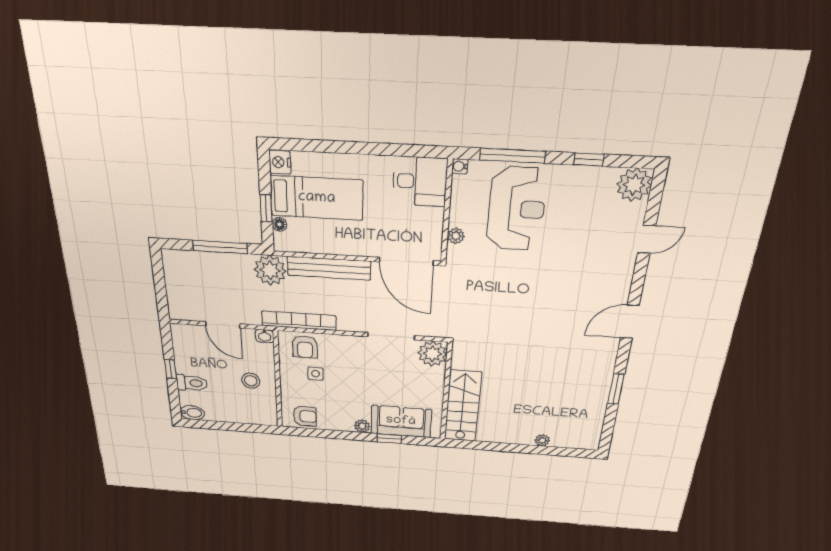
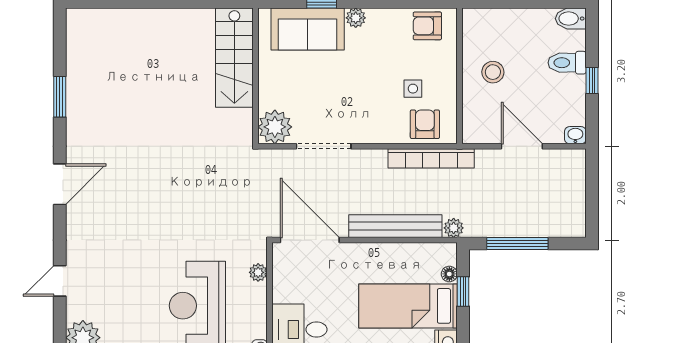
plant: (270, 270) -> (454, 228), width x0.53, depth x0.53
washbasin: (265, 336) -> (575, 135), moved
plant: (542, 440) -> (134, 17), removed

